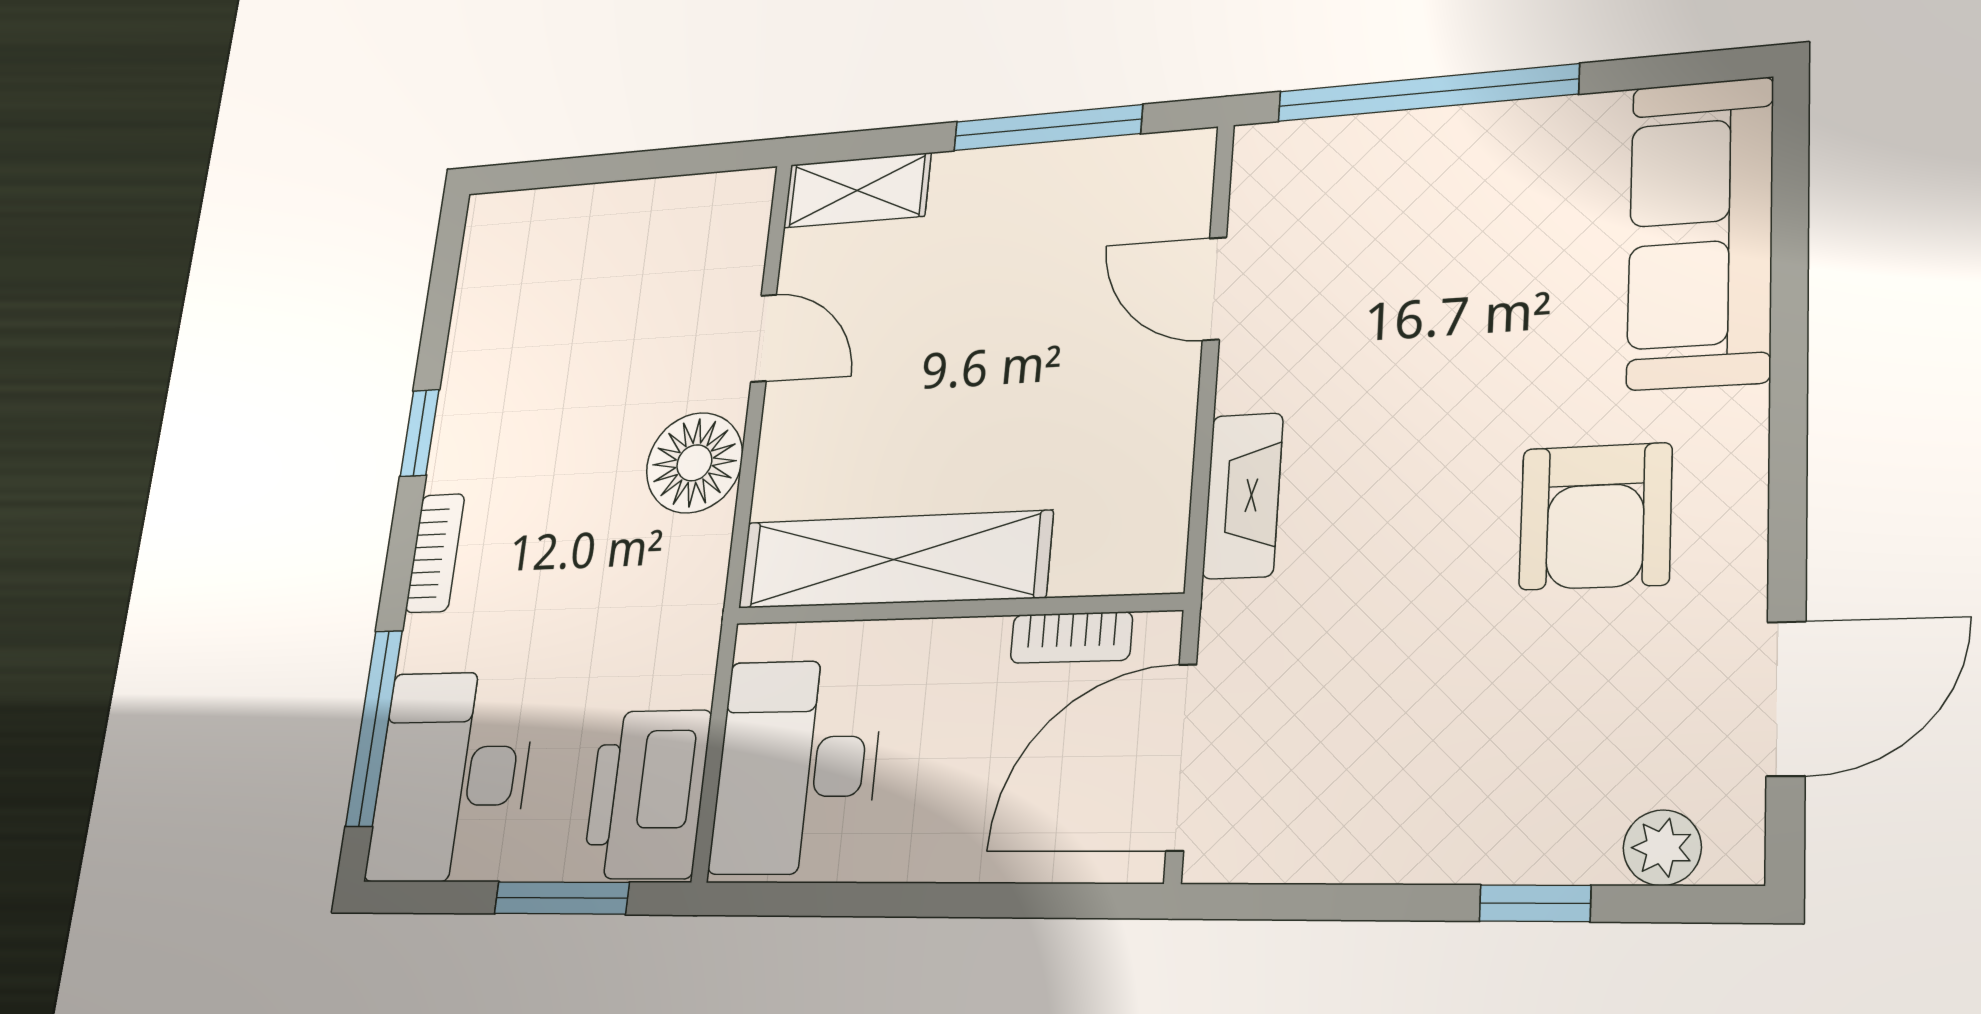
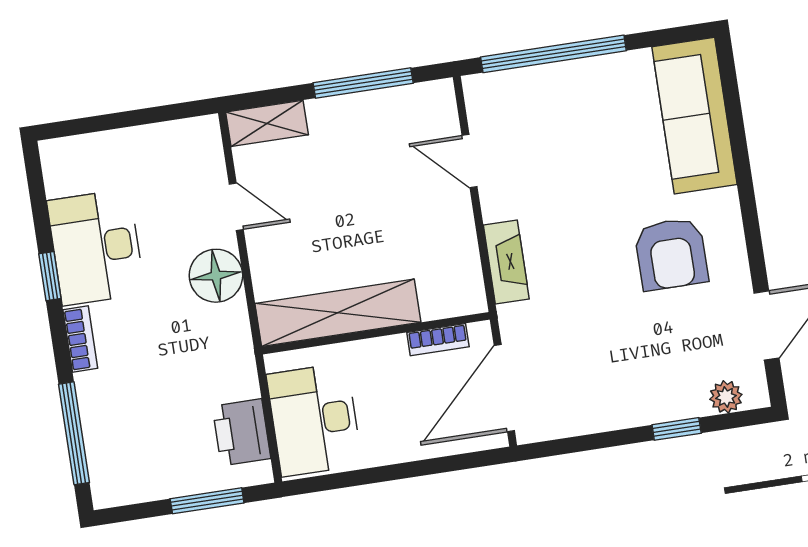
desk: (452, 776) -> (96, 247), moved
printer: (647, 794) -> (241, 432), width x0.73, depth x0.84

